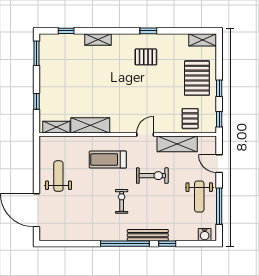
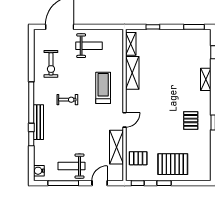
shelving: (203, 40) -> (205, 169), removed
door: (145, 135) -> (124, 120), hinge flipped
exercise bike: (152, 176) -> (51, 64), moved

